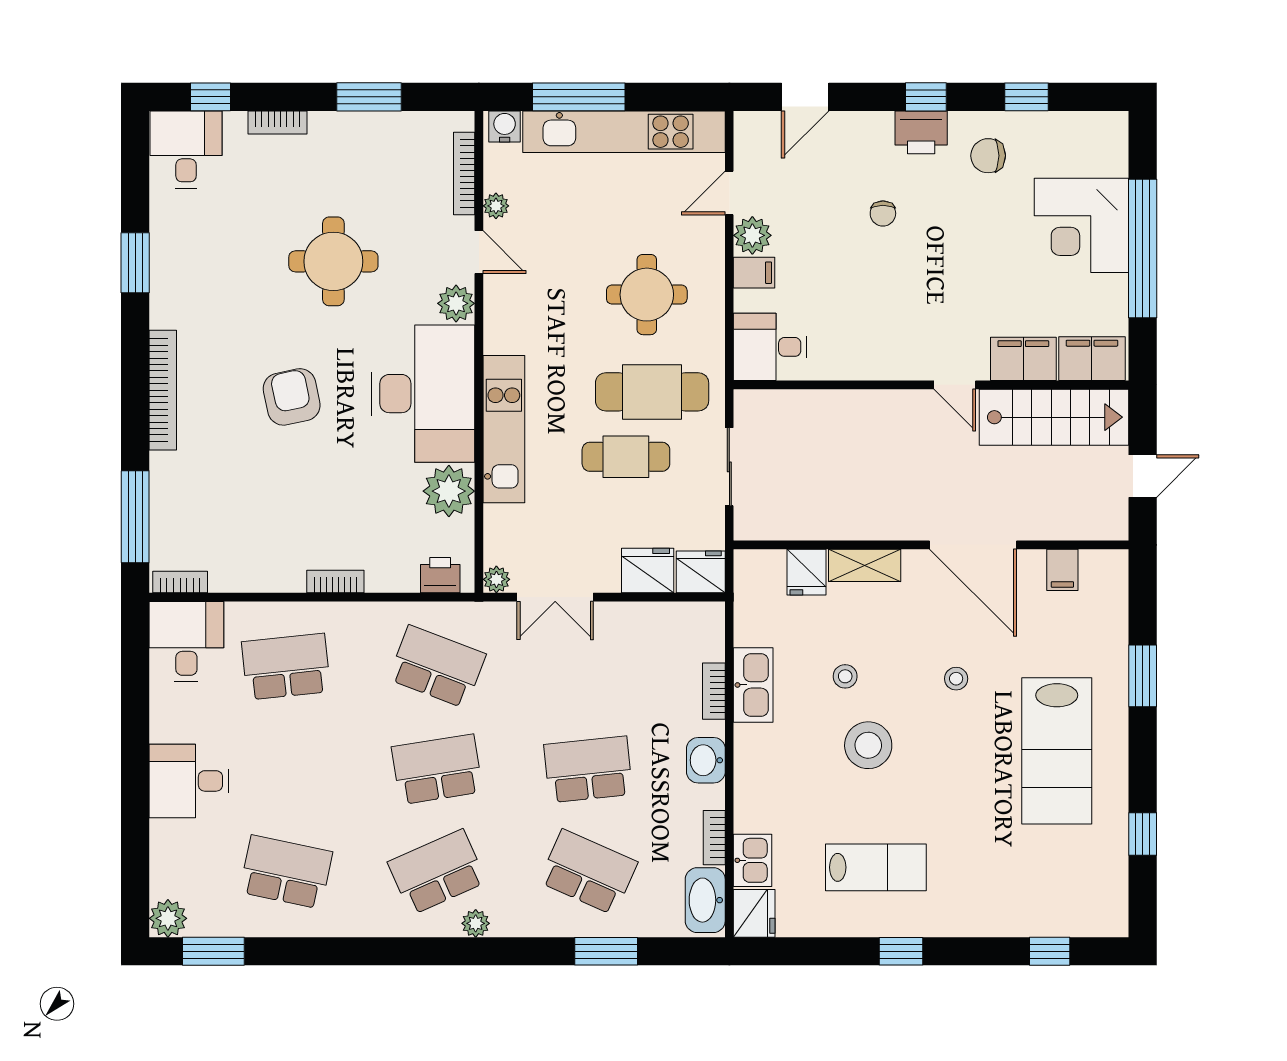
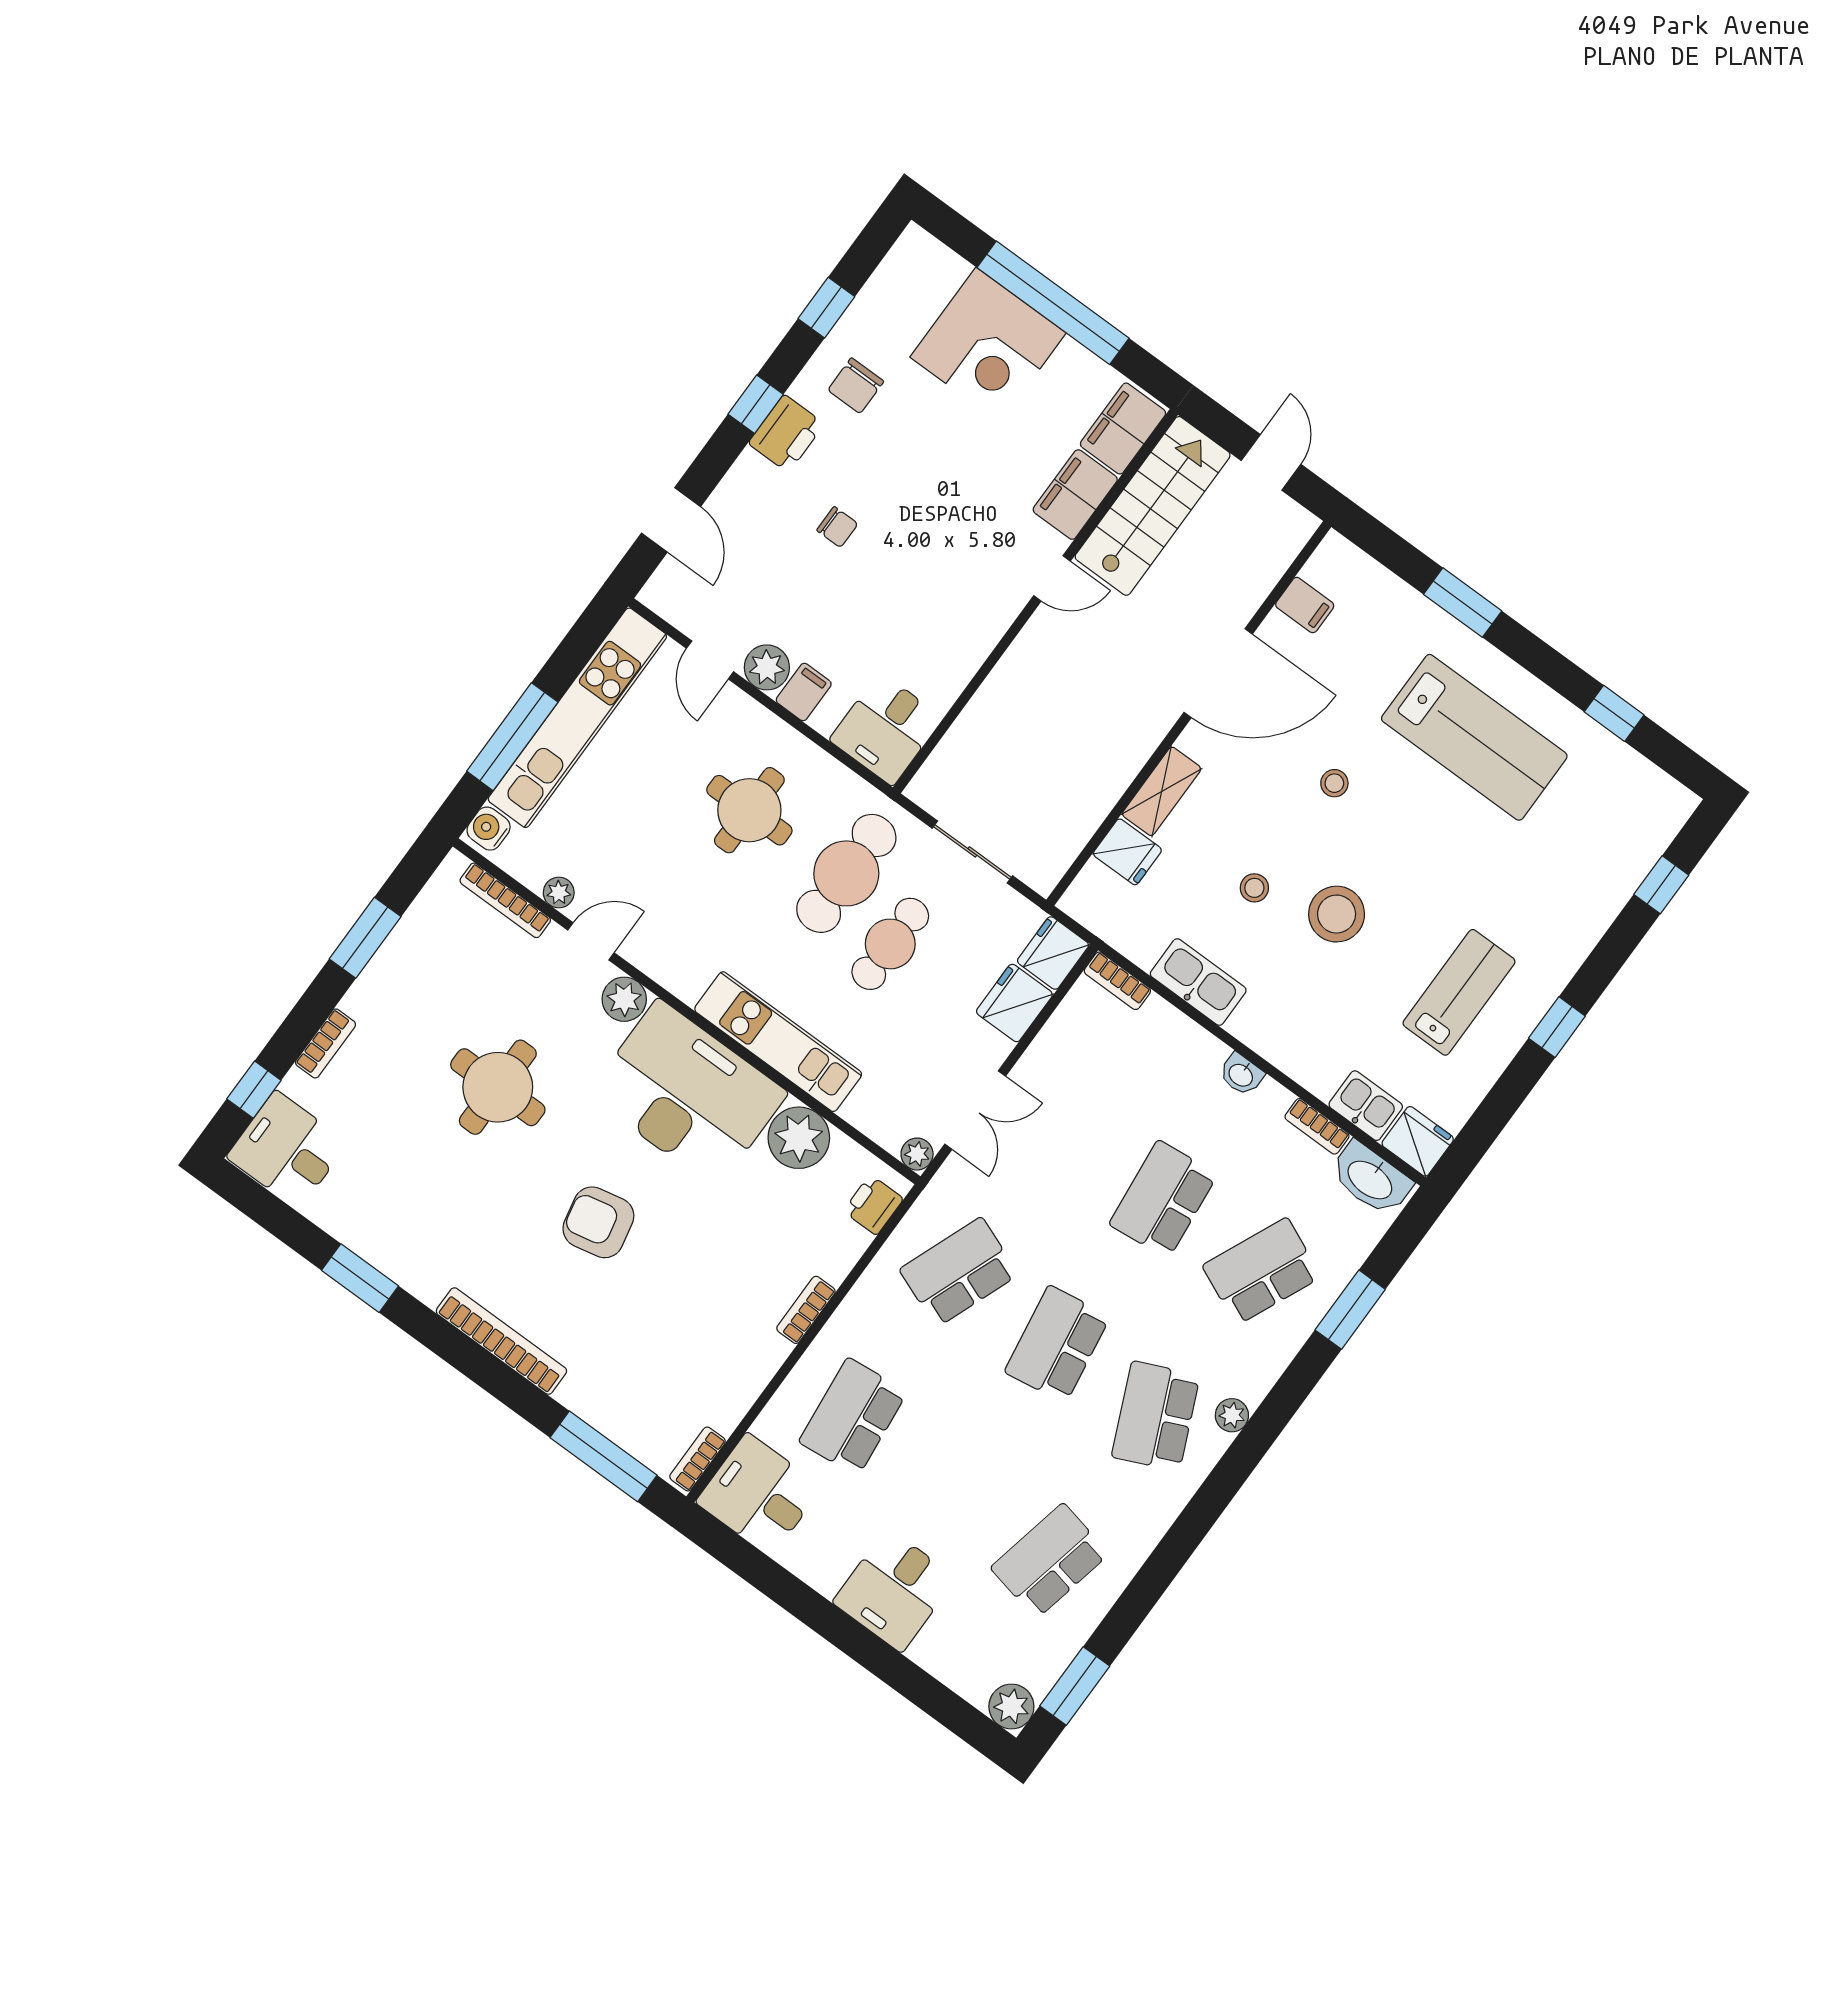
bookcase: (714, 691) -> (1117, 981), moved
washbasin: (706, 760) -> (1241, 1074), width x0.72, depth x0.69

